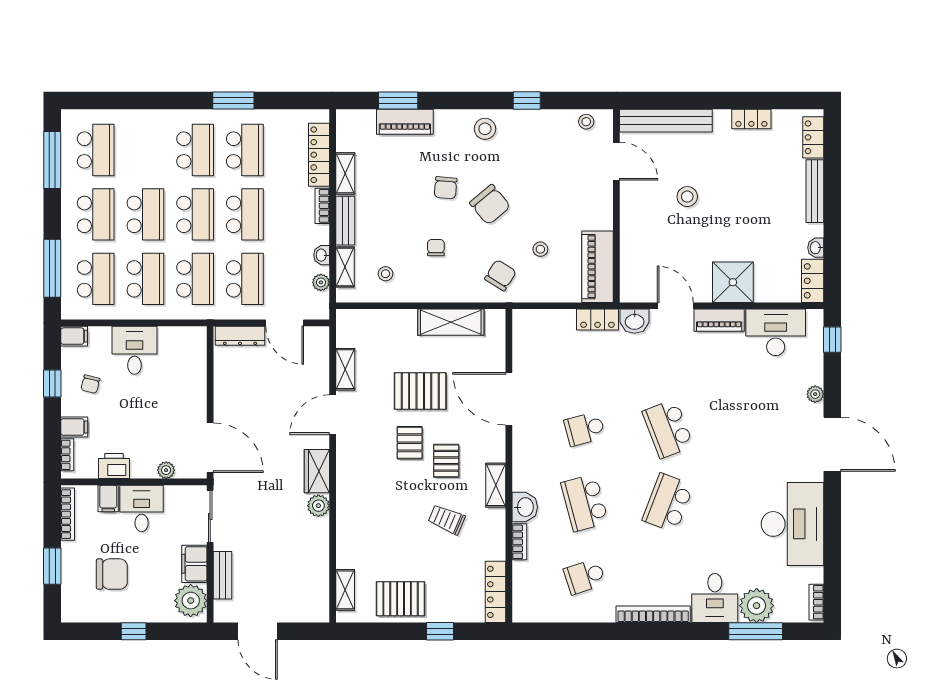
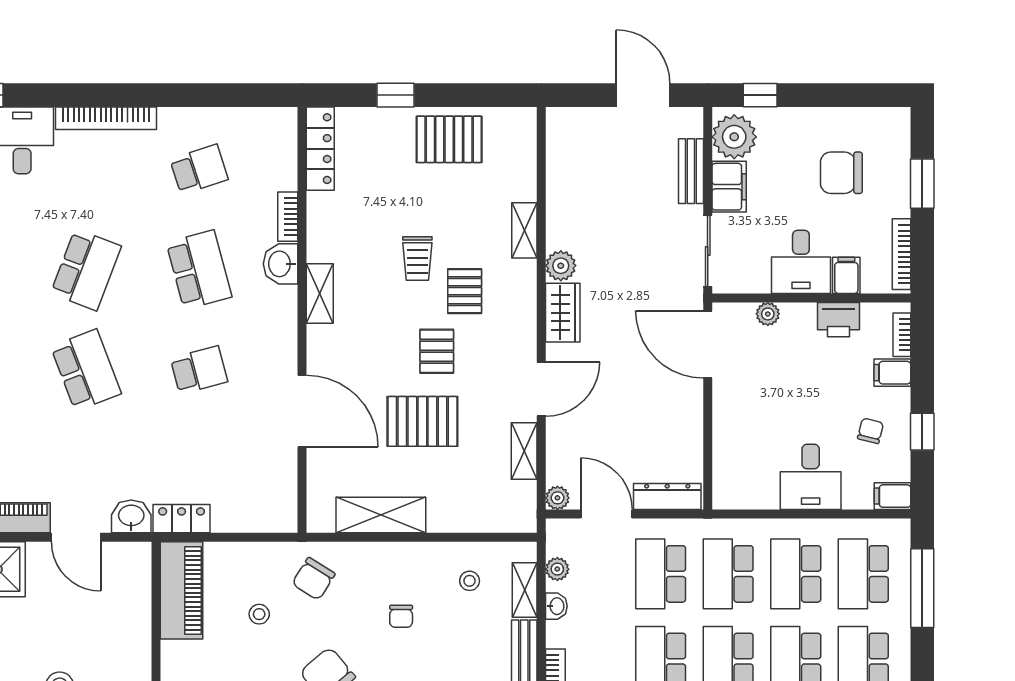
plant: (321, 335) -> (557, 498), added
pallet: (446, 461) -> (465, 291), moved
trolley: (447, 519) -> (417, 258), moved, turned 67
shelving: (345, 590) -> (524, 230), moved
window: (134, 631) -> (760, 95), moved

